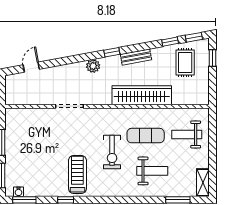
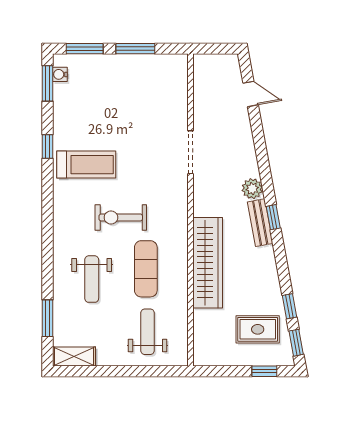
bench: (136, 57) -> (260, 223), moved

